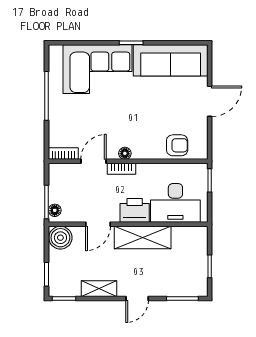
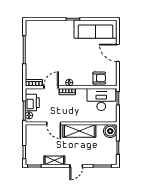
corner sofa: (98, 69) -> (54, 34), removed
door: (210, 101) -> (118, 53), swing flipped
desk: (175, 203) -> (101, 100), moved, turned 180
printer: (135, 210) -> (32, 103), moved, turned 90
door: (98, 224) -> (54, 123), hinge flipped
boiler: (60, 238) -> (110, 131), moved

